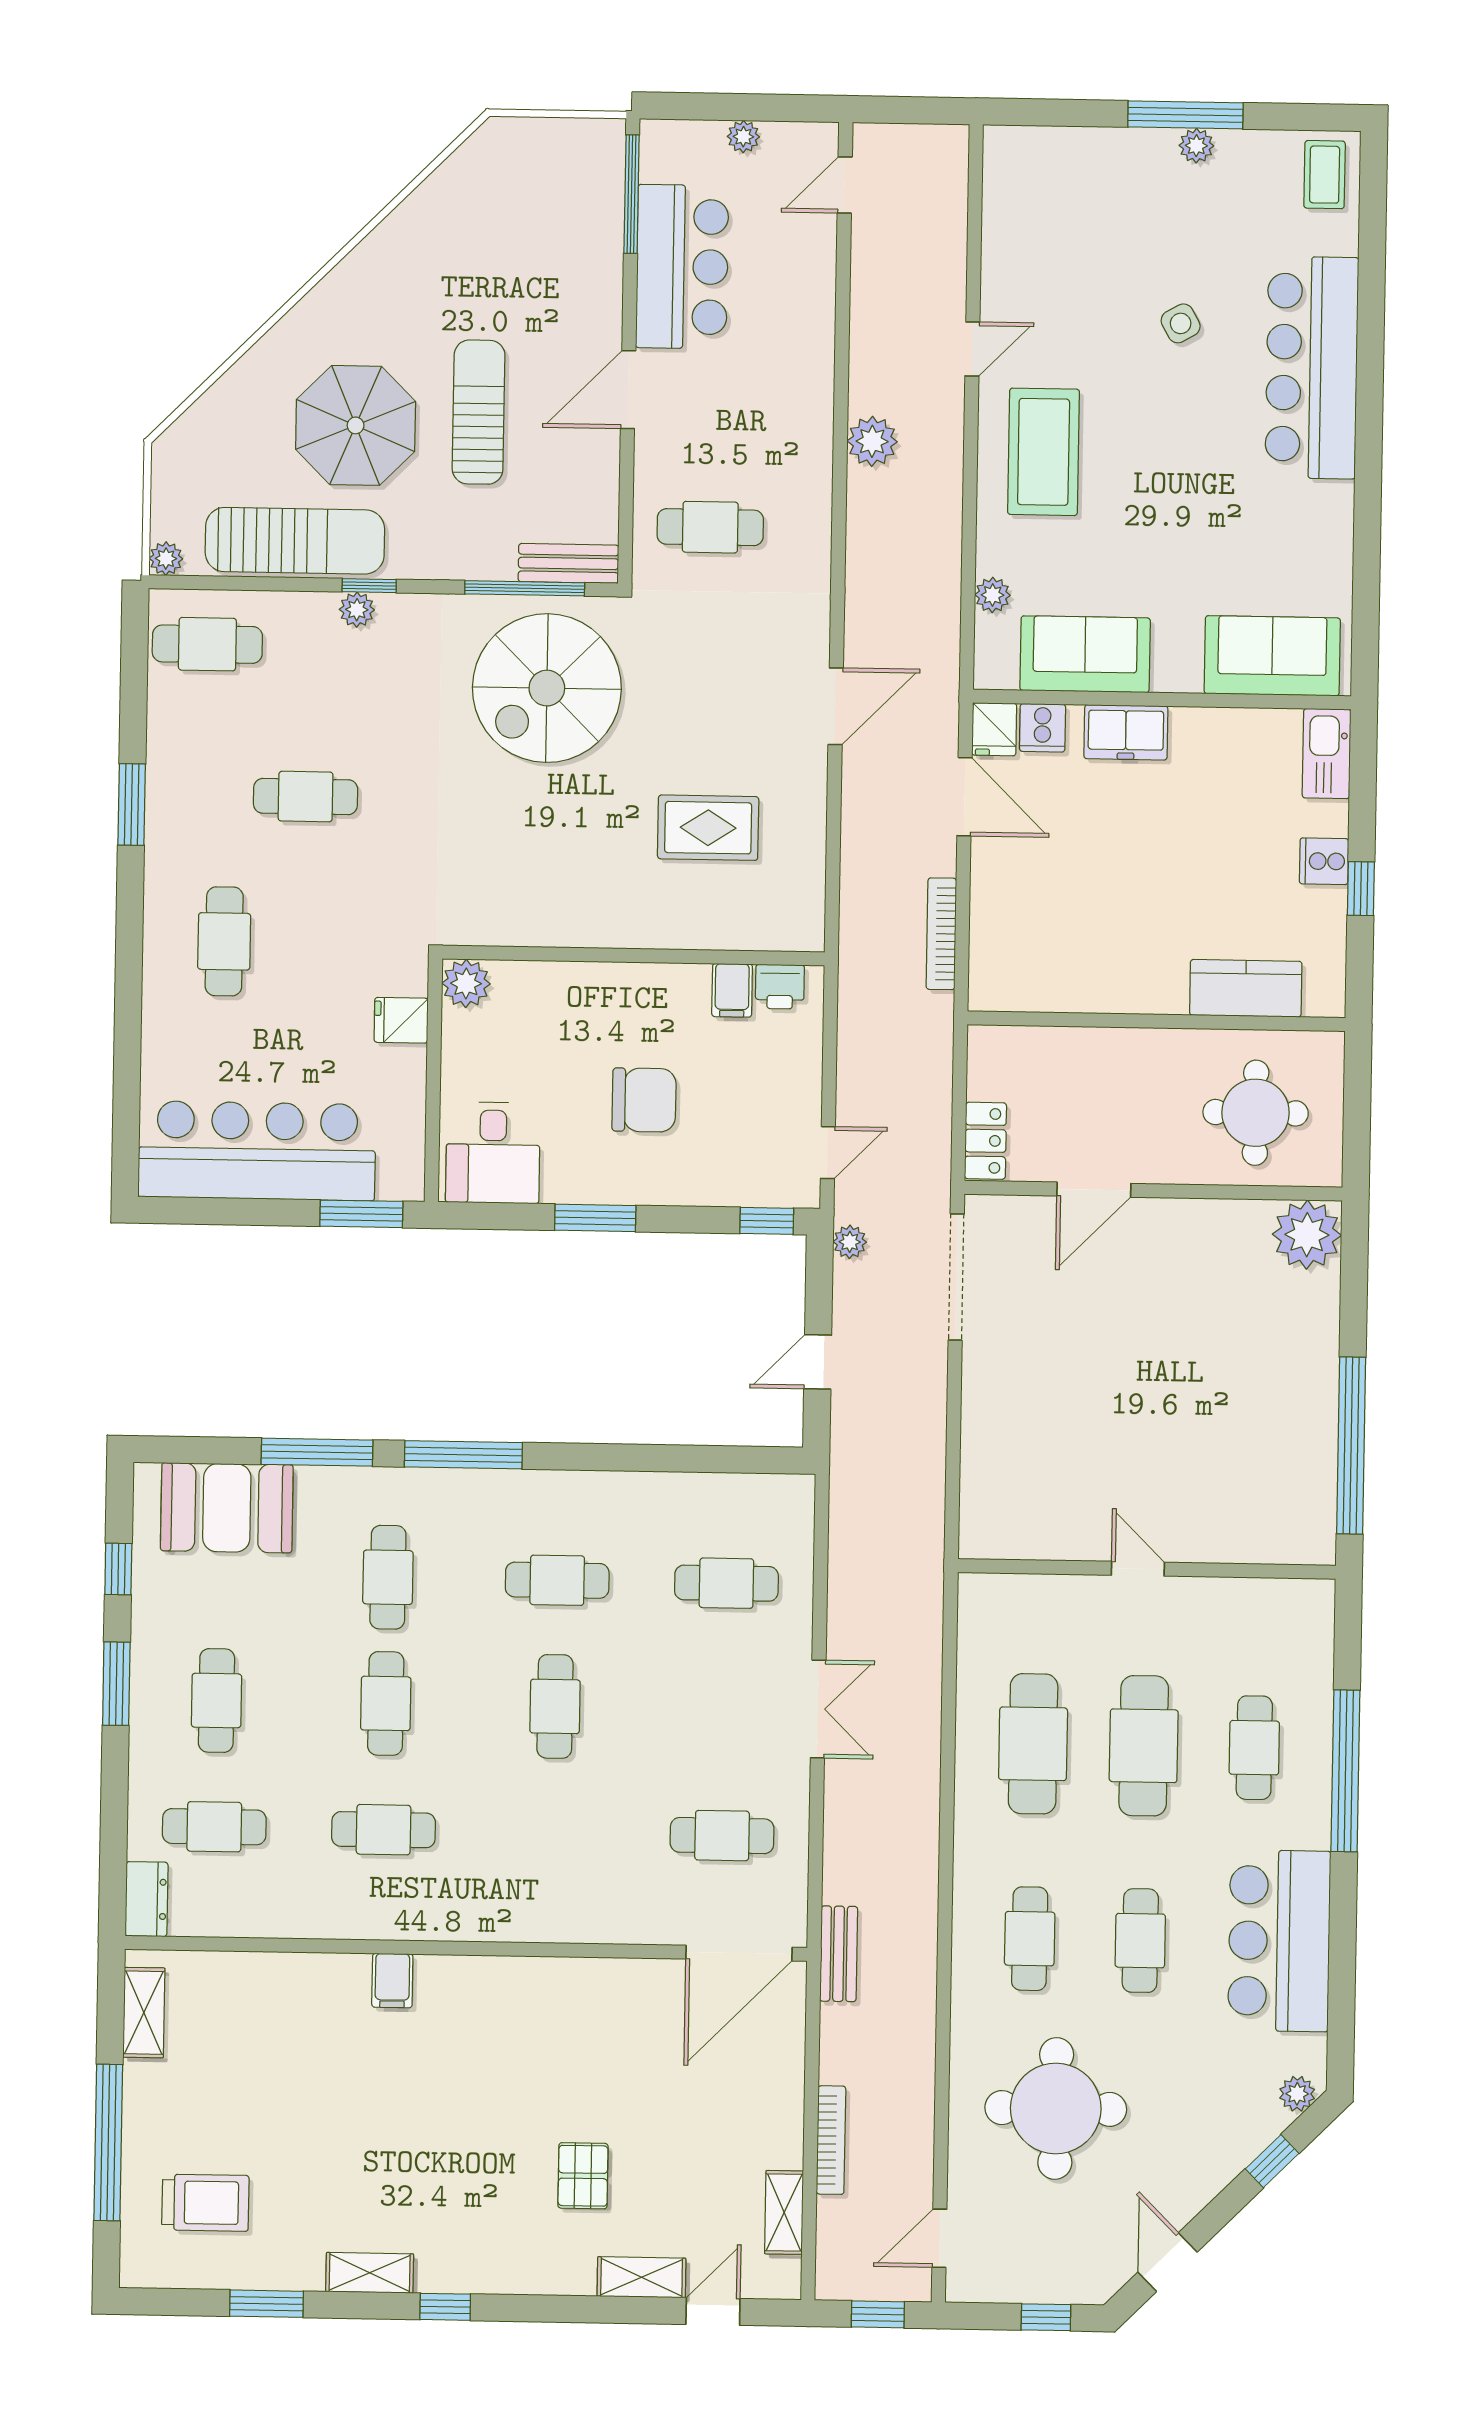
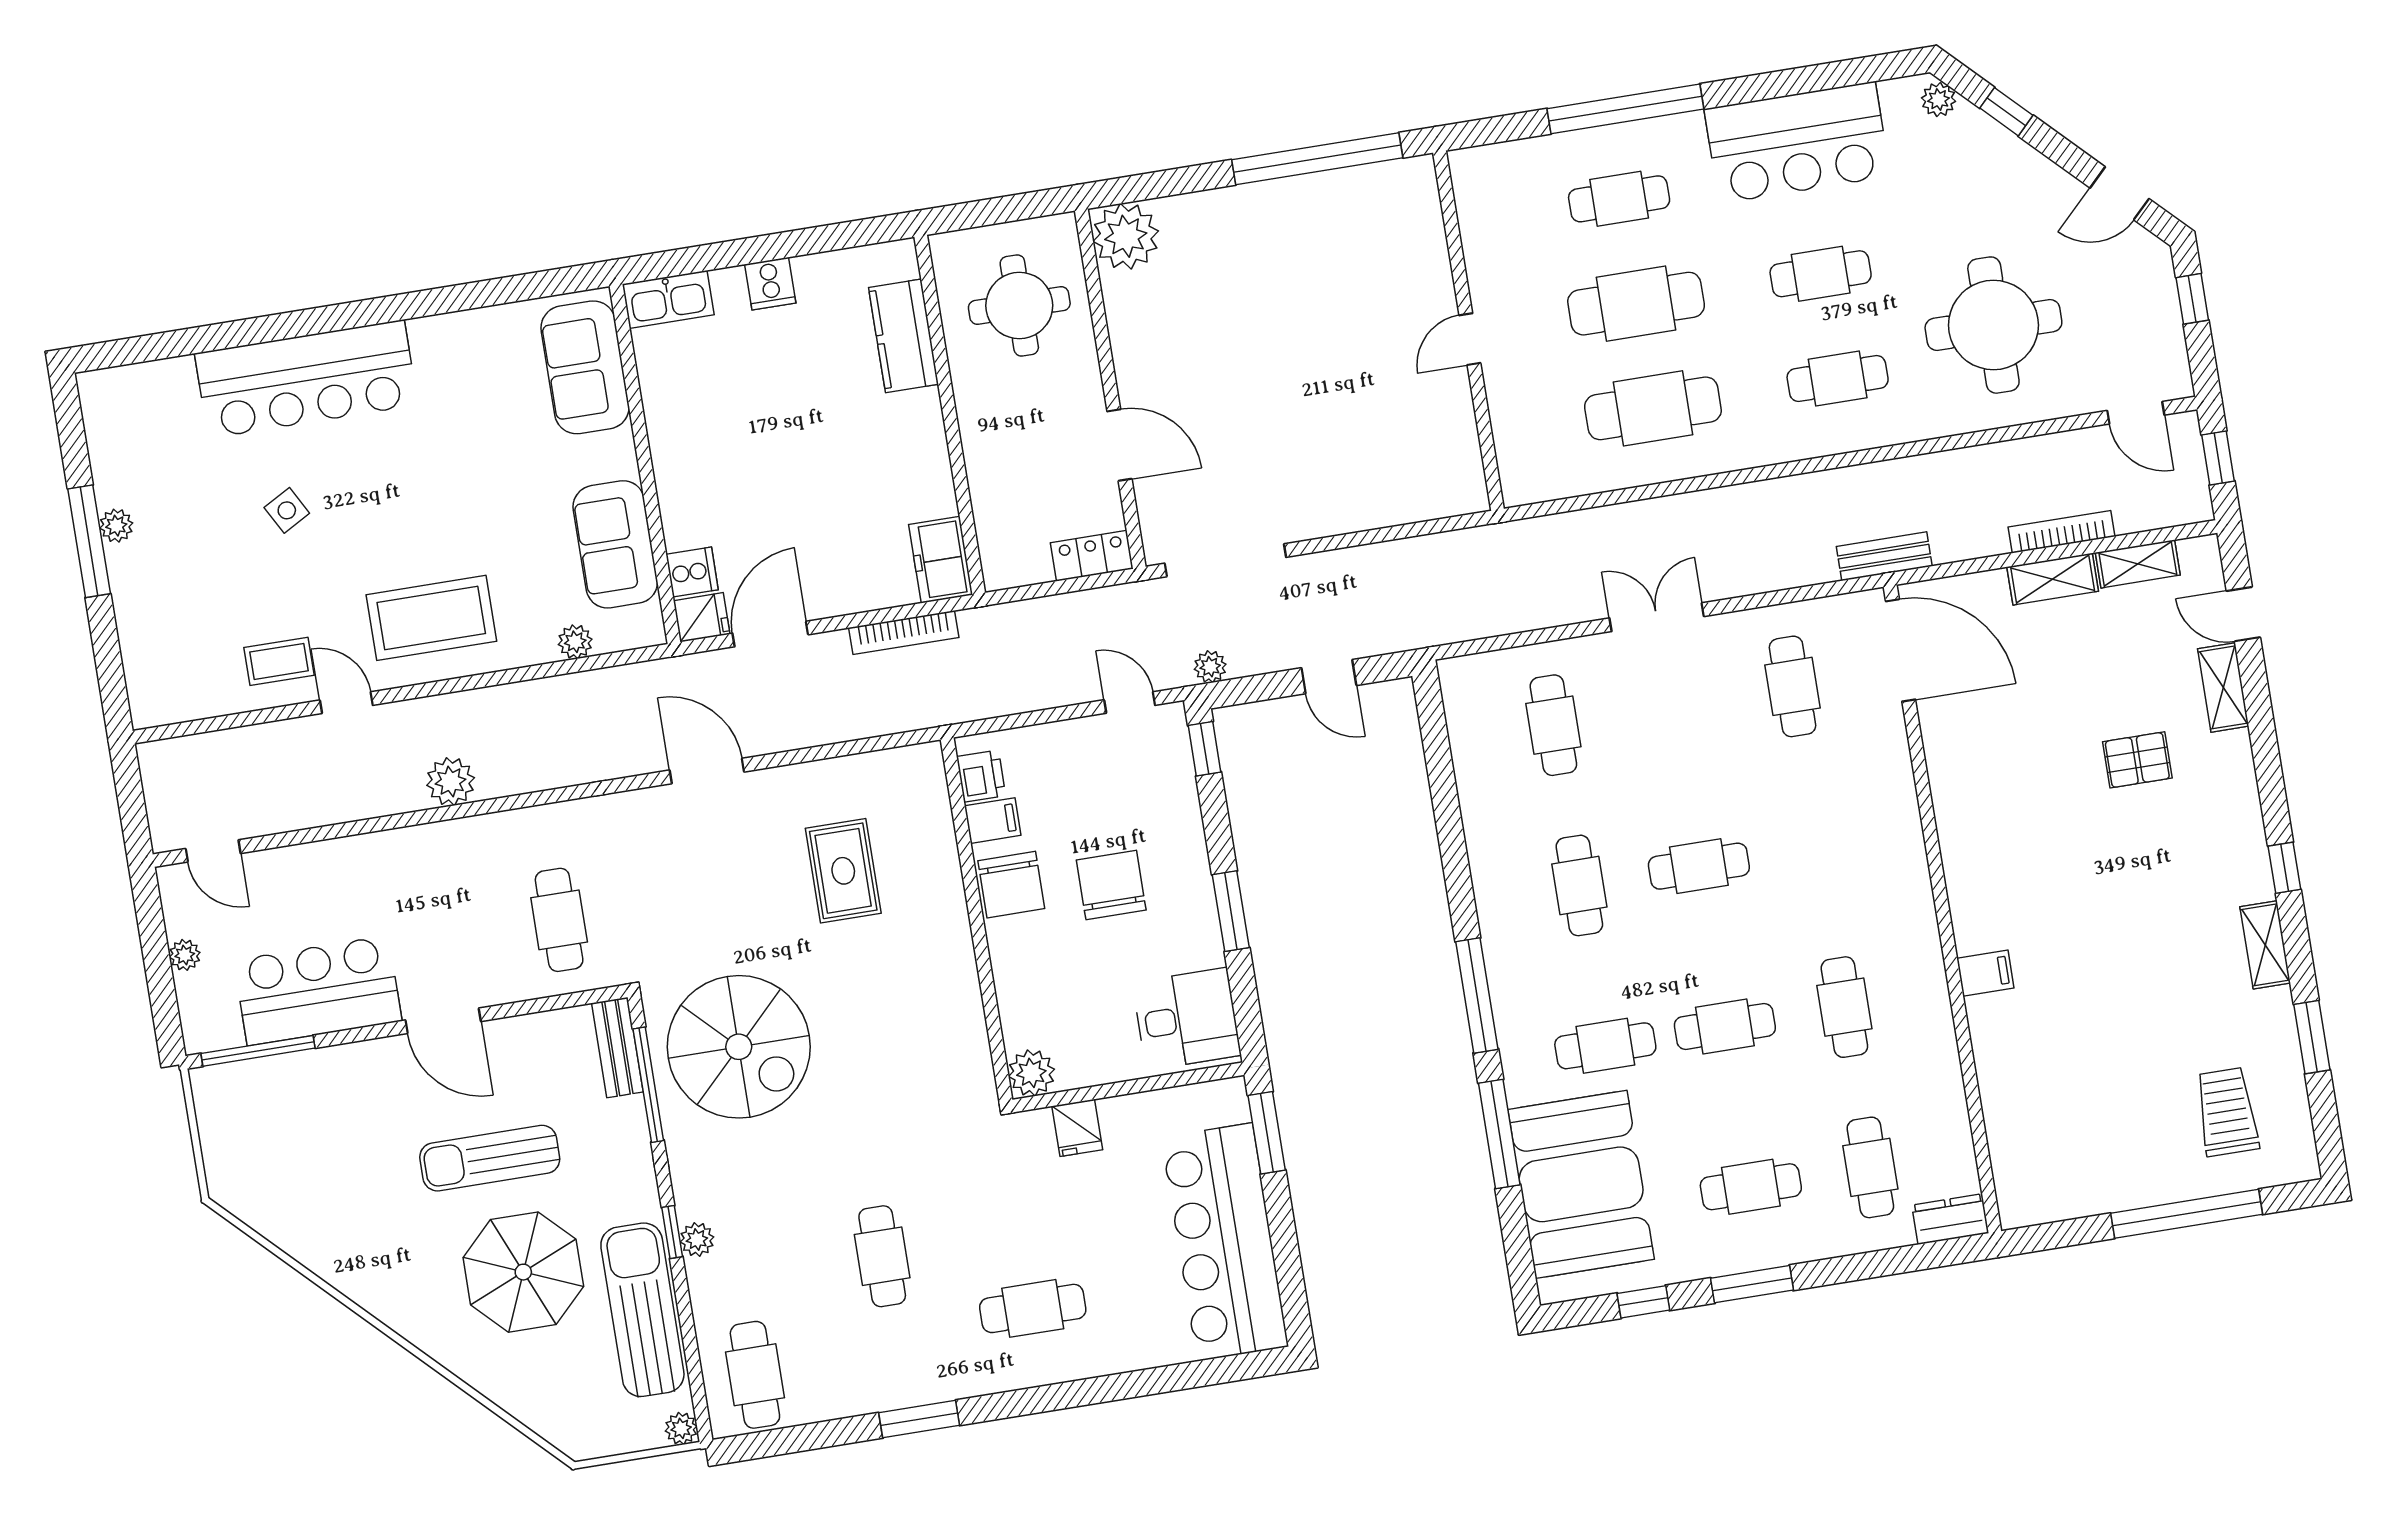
coffee table: (1325, 175) -> (279, 661), moved
freezer: (1126, 732) -> (941, 560), moved, turned 180
window: (1361, 889) -> (790, 244), removed
chair: (663, 998) -> (1011, 885), added
booth: (227, 1508) -> (1581, 1184), width x1.36, depth x1.42
shelving: (144, 2013) -> (2053, 579), moved

